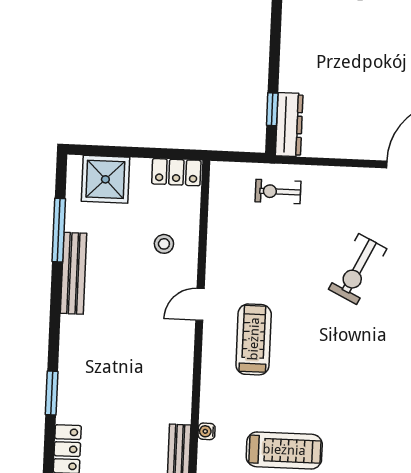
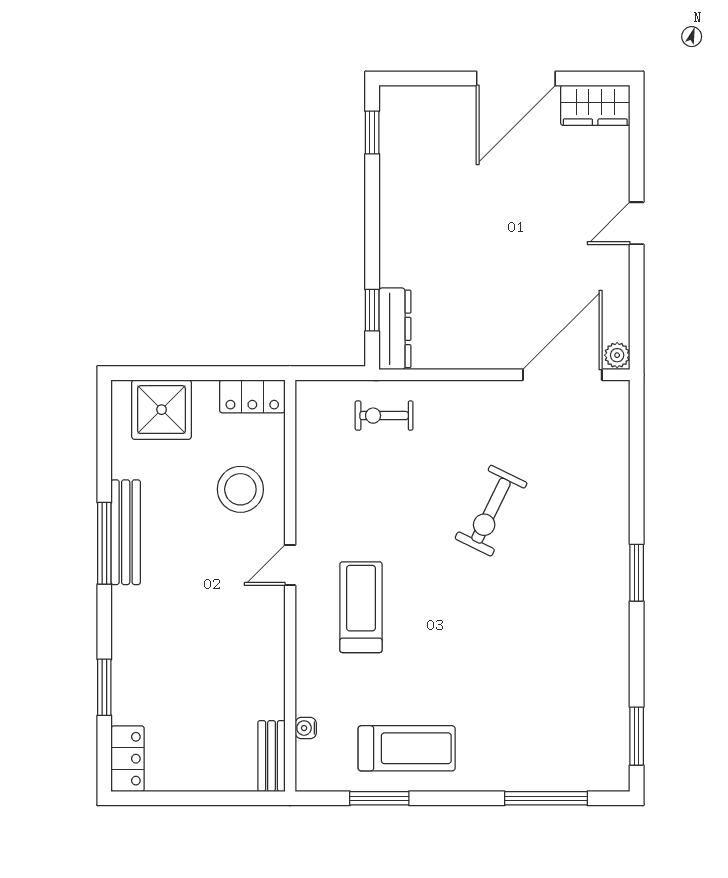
window: (59, 230) -> (104, 543), moved
stool: (164, 244) -> (240, 489), width x1.89, depth x1.89

